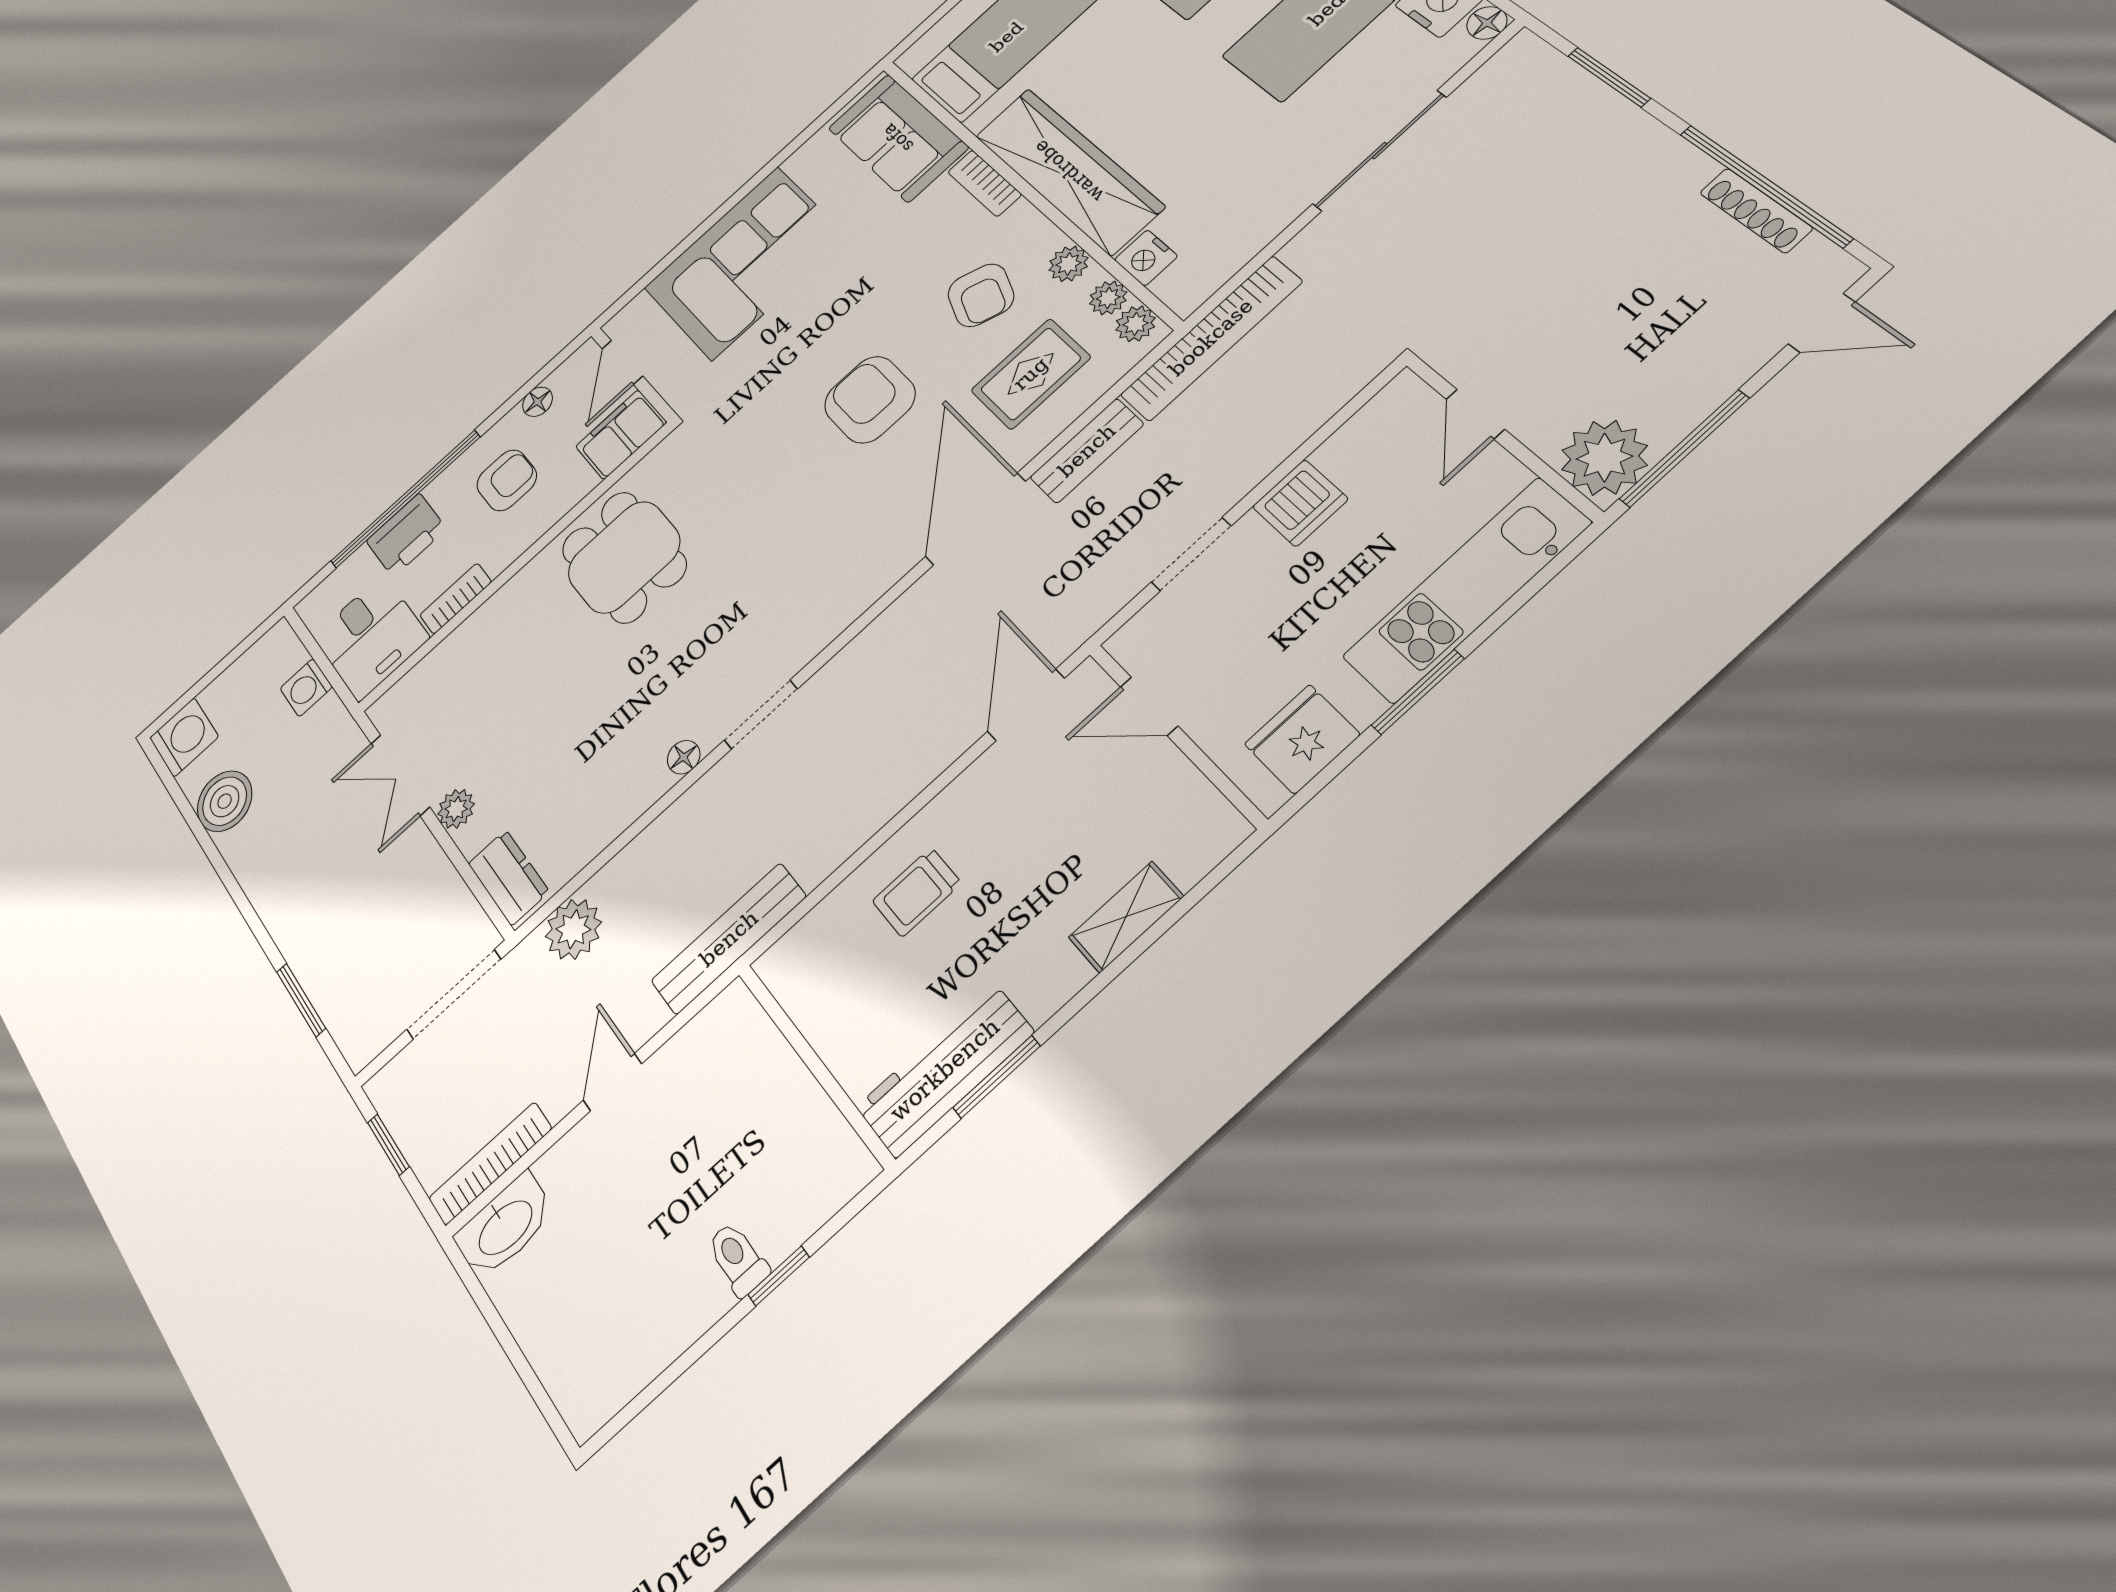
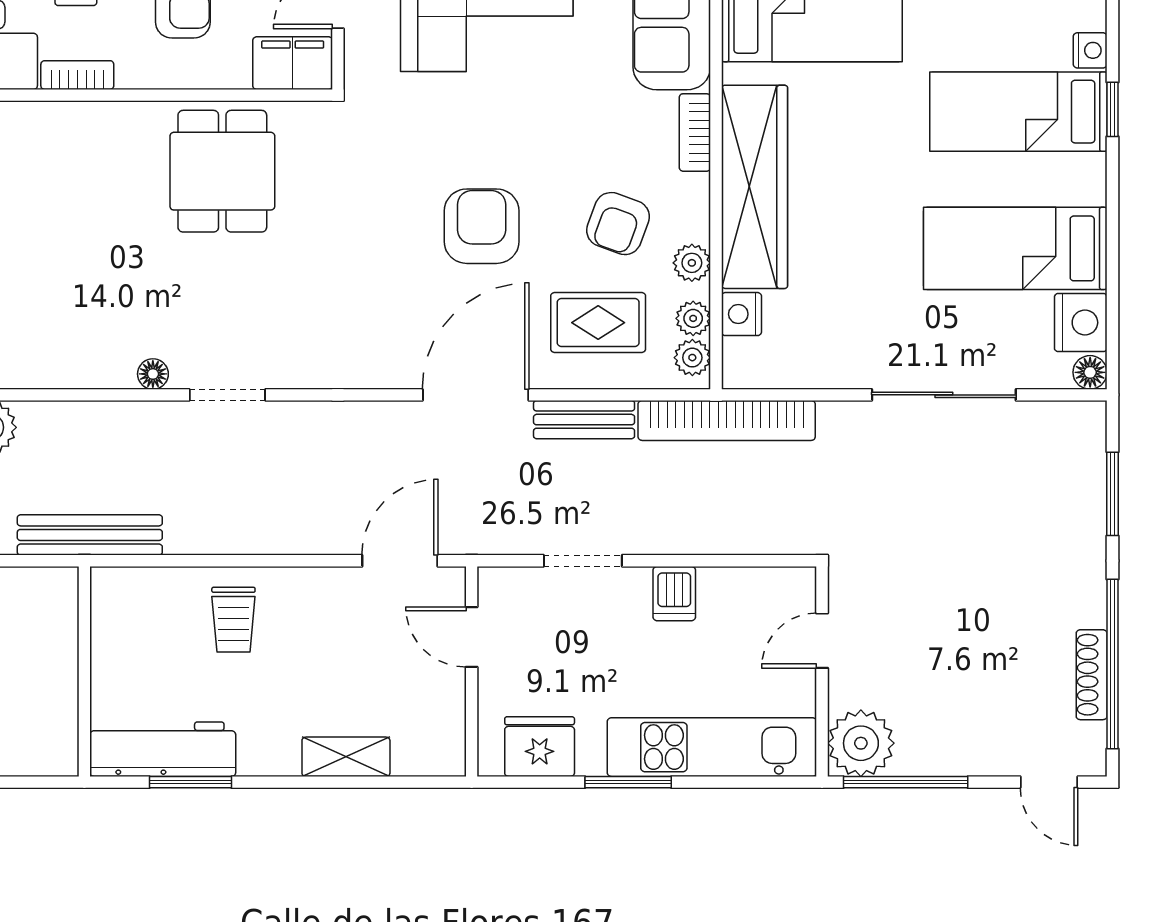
dishwasher: (1300, 503) -> (674, 594), width x0.73
trolley: (917, 892) -> (233, 620), turned -90

